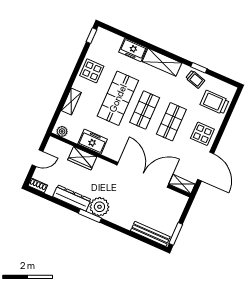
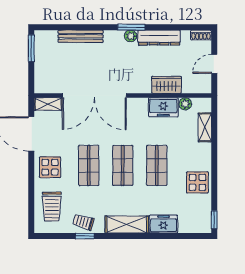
shop shelf: (118, 98) -> (157, 165), width x0.70, depth x0.74
shelving: (71, 101) -> (205, 127), moved
trolley: (215, 102) -> (52, 207), turned 90
plant: (62, 131) -> (185, 104), moved
plant: (99, 207) -> (131, 36), width x0.53, depth x0.53
bench: (150, 234) -> (81, 36), moved

